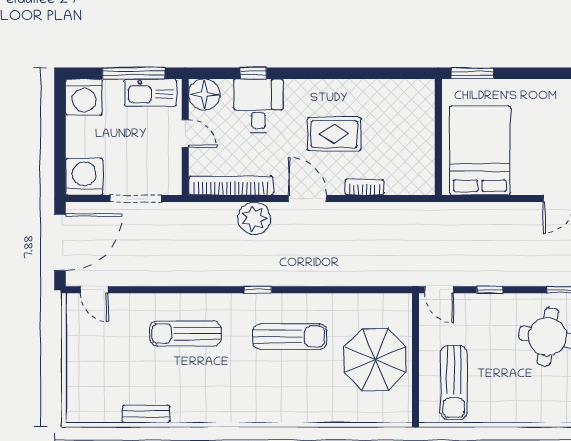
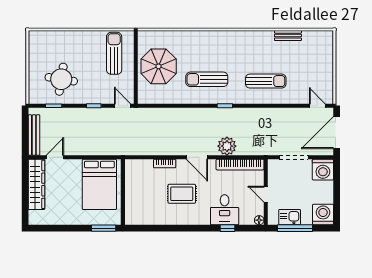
kitchen sink: (150, 93) -> (290, 217), width x0.73
floor lamp: (204, 94) -> (259, 220), width x0.53, depth x0.53

